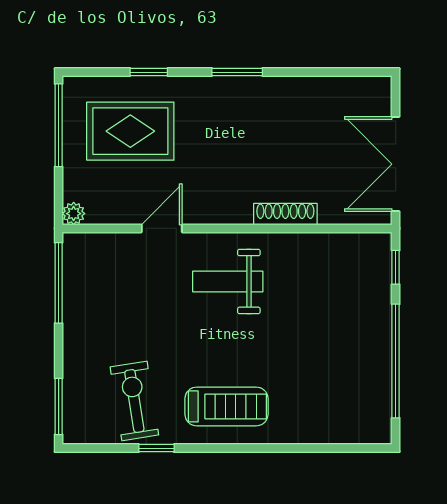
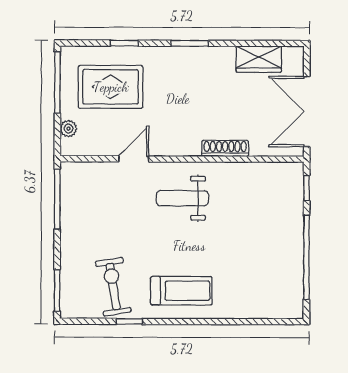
wardrobe: (331, 93) -> (259, 59), added
plant: (74, 214) -> (68, 129), moved

